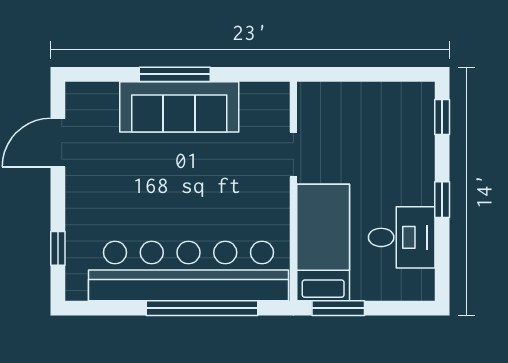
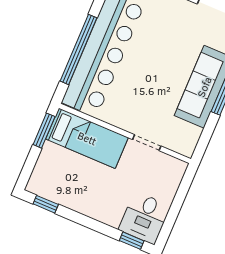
window: (442, 200) -> (46, 204), moved
desk: (402, 237) -> (145, 218), moved

